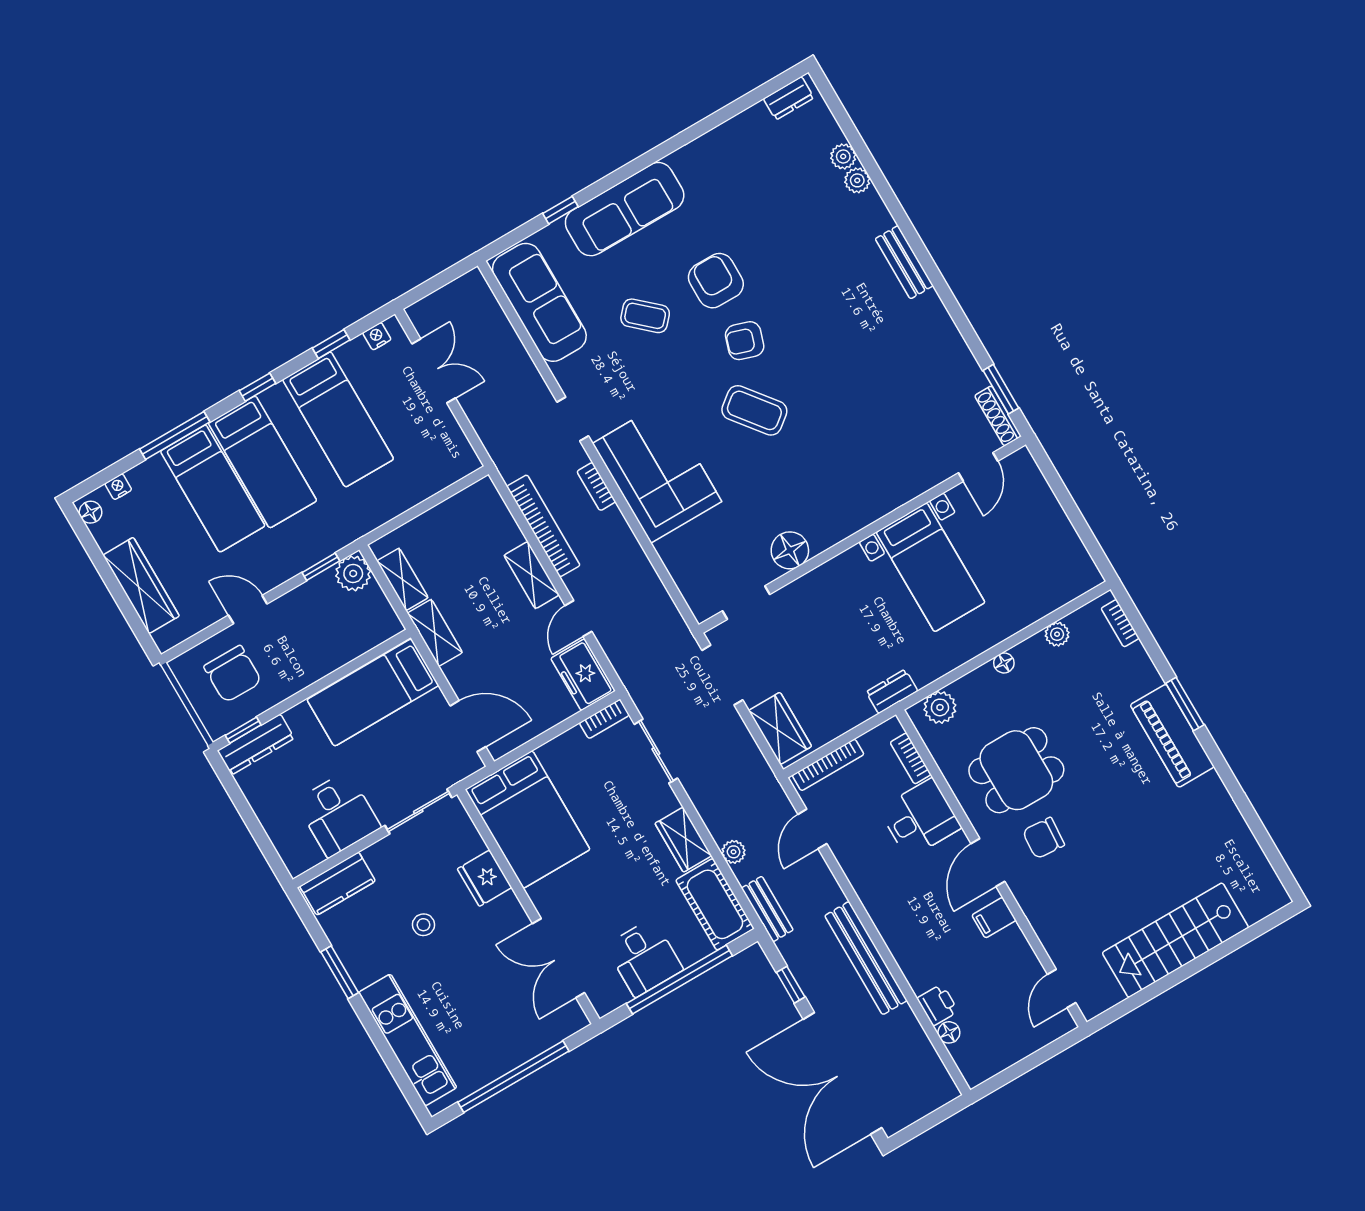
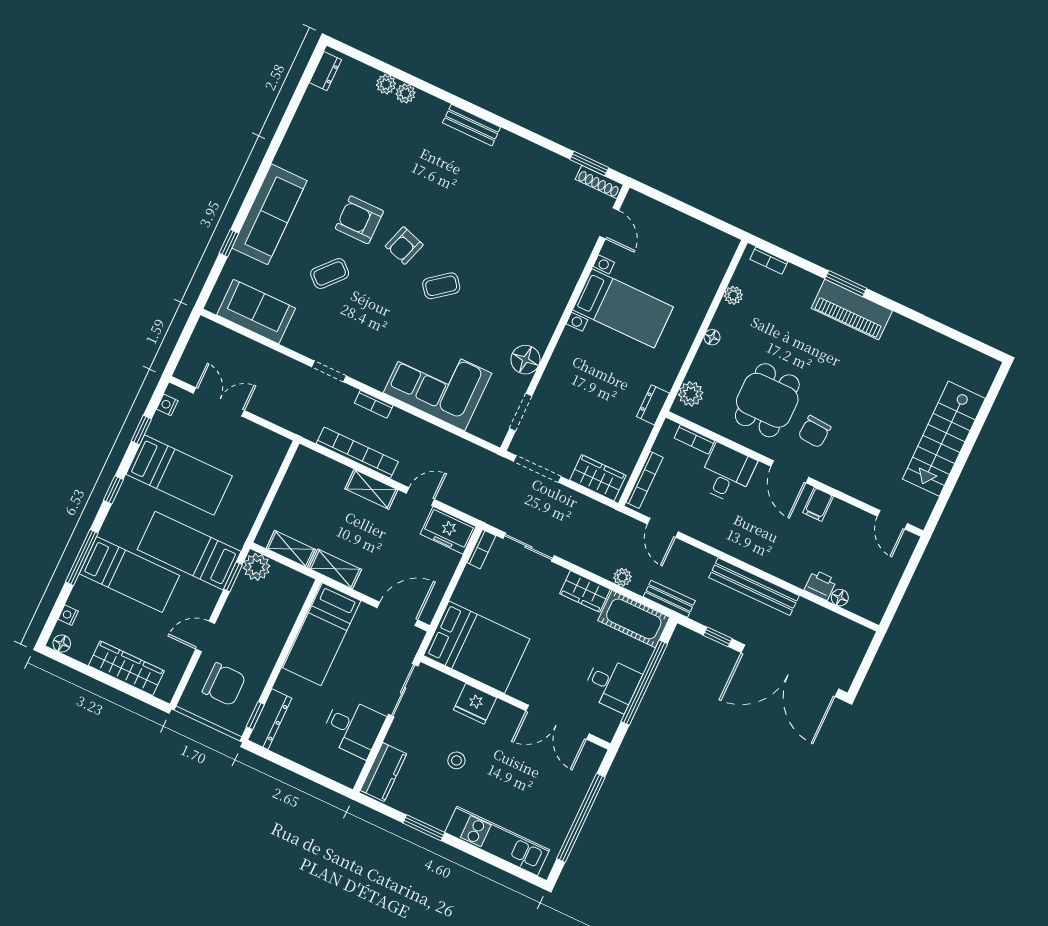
sofa: (539, 302) -> (256, 312), width x0.73
coffee table: (754, 410) -> (441, 286), width x0.73, depth x0.77
bed: (262, 462) -> (189, 551), moved, turned 180
corner sofa: (657, 473) -> (438, 383), moved
door: (578, 618) -> (420, 496), swing flipped

